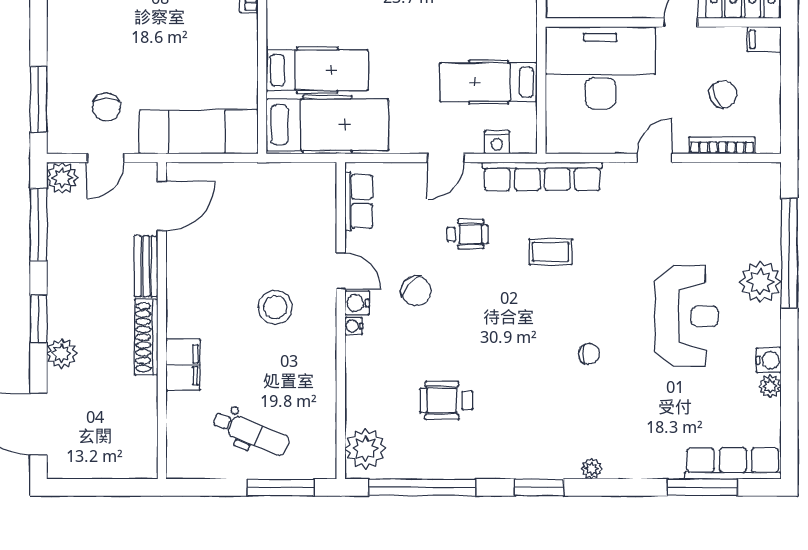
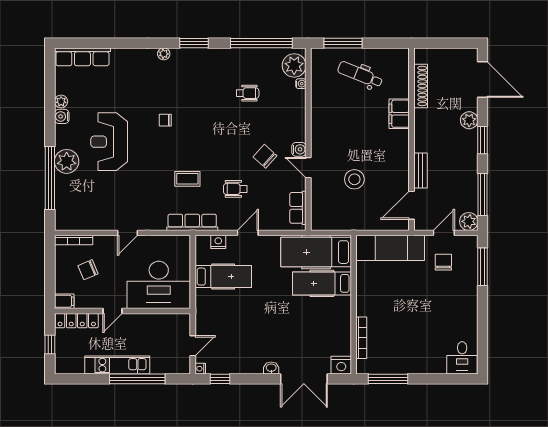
bookcase: (722, 145) -> (74, 240), moved
row of seats: (542, 176) -> (192, 222), width x0.73
stool: (275, 307) -> (354, 179), moved
water cooler: (354, 326) -> (301, 84), moved
shoe rack: (146, 337) -> (421, 86), moved
wheelchair: (446, 401) -> (248, 93), width x0.73, depth x0.73
window: (703, 487) -> (100, 43), removed

